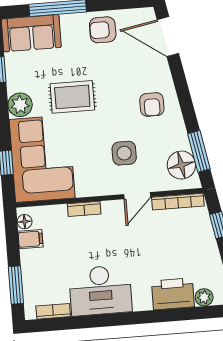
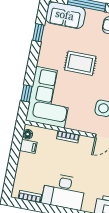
plant: (20, 105) -> (46, 59), removed
window: (16, 285) -> (11, 173), removed

